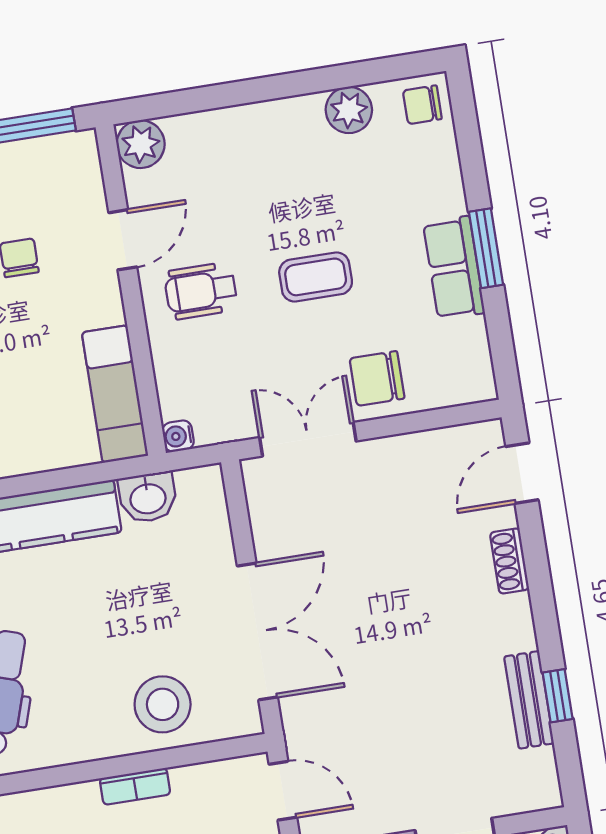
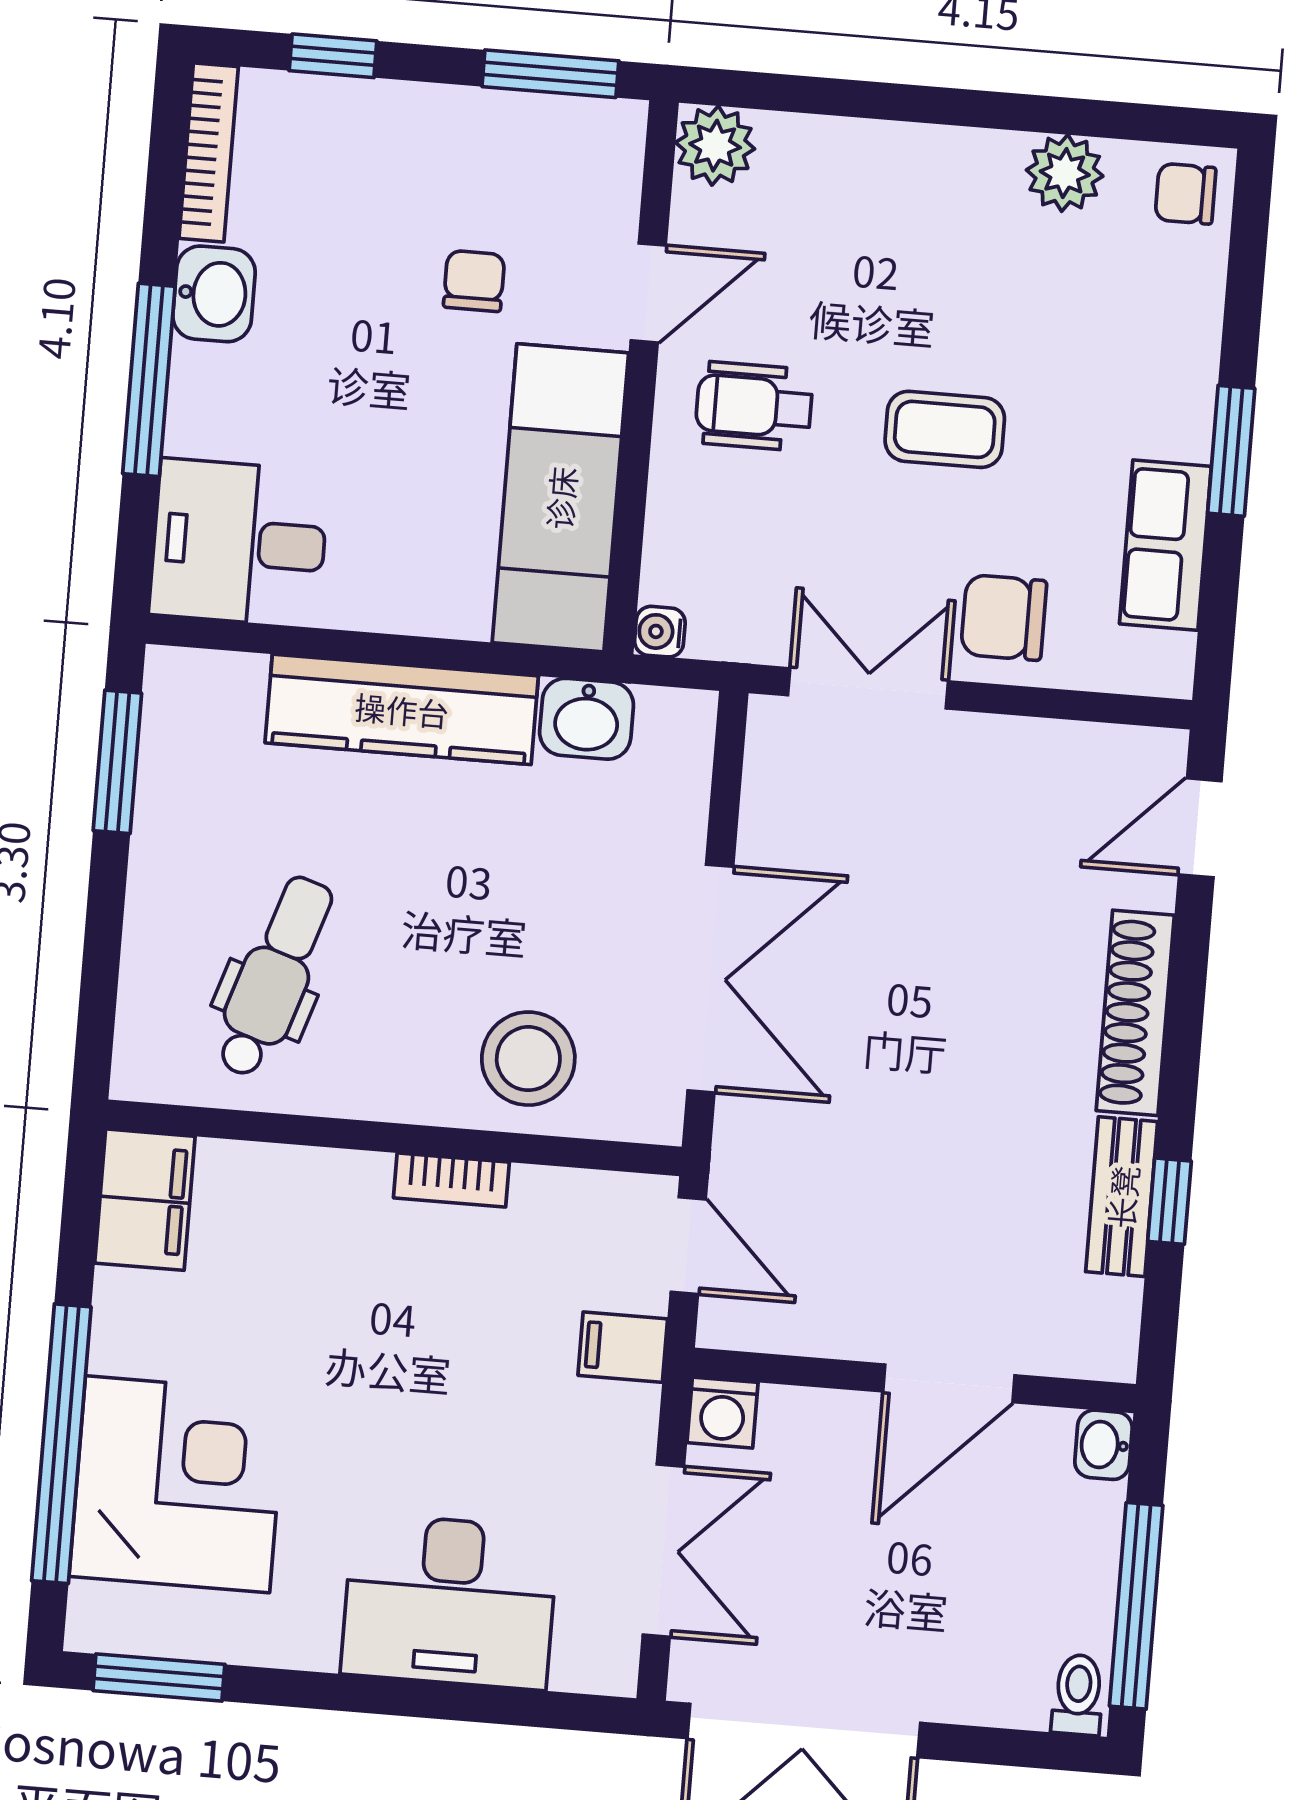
row of seats: (454, 268) -> (1165, 545), moved
exam couch: (115, 394) -> (560, 498), width x1.36, depth x1.45
shoe rack: (510, 561) -> (1135, 1013), width x1.94, depth x1.24

